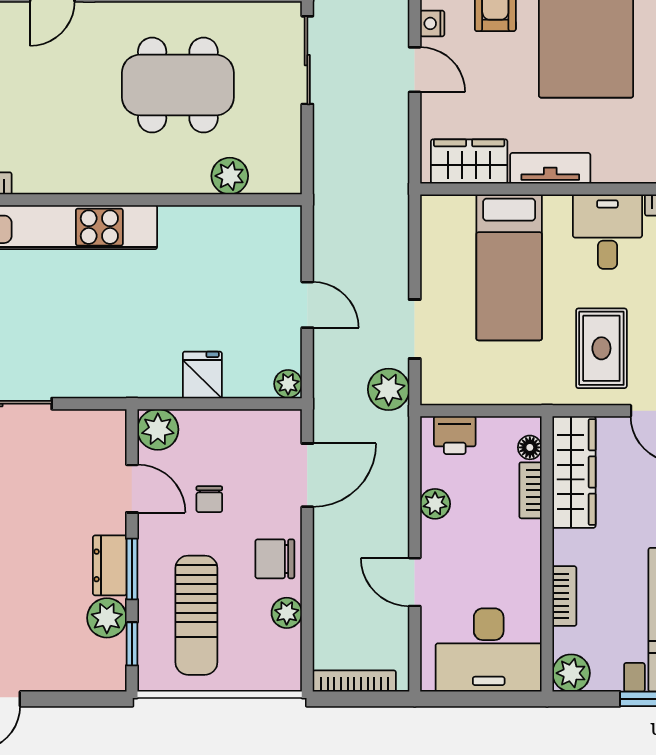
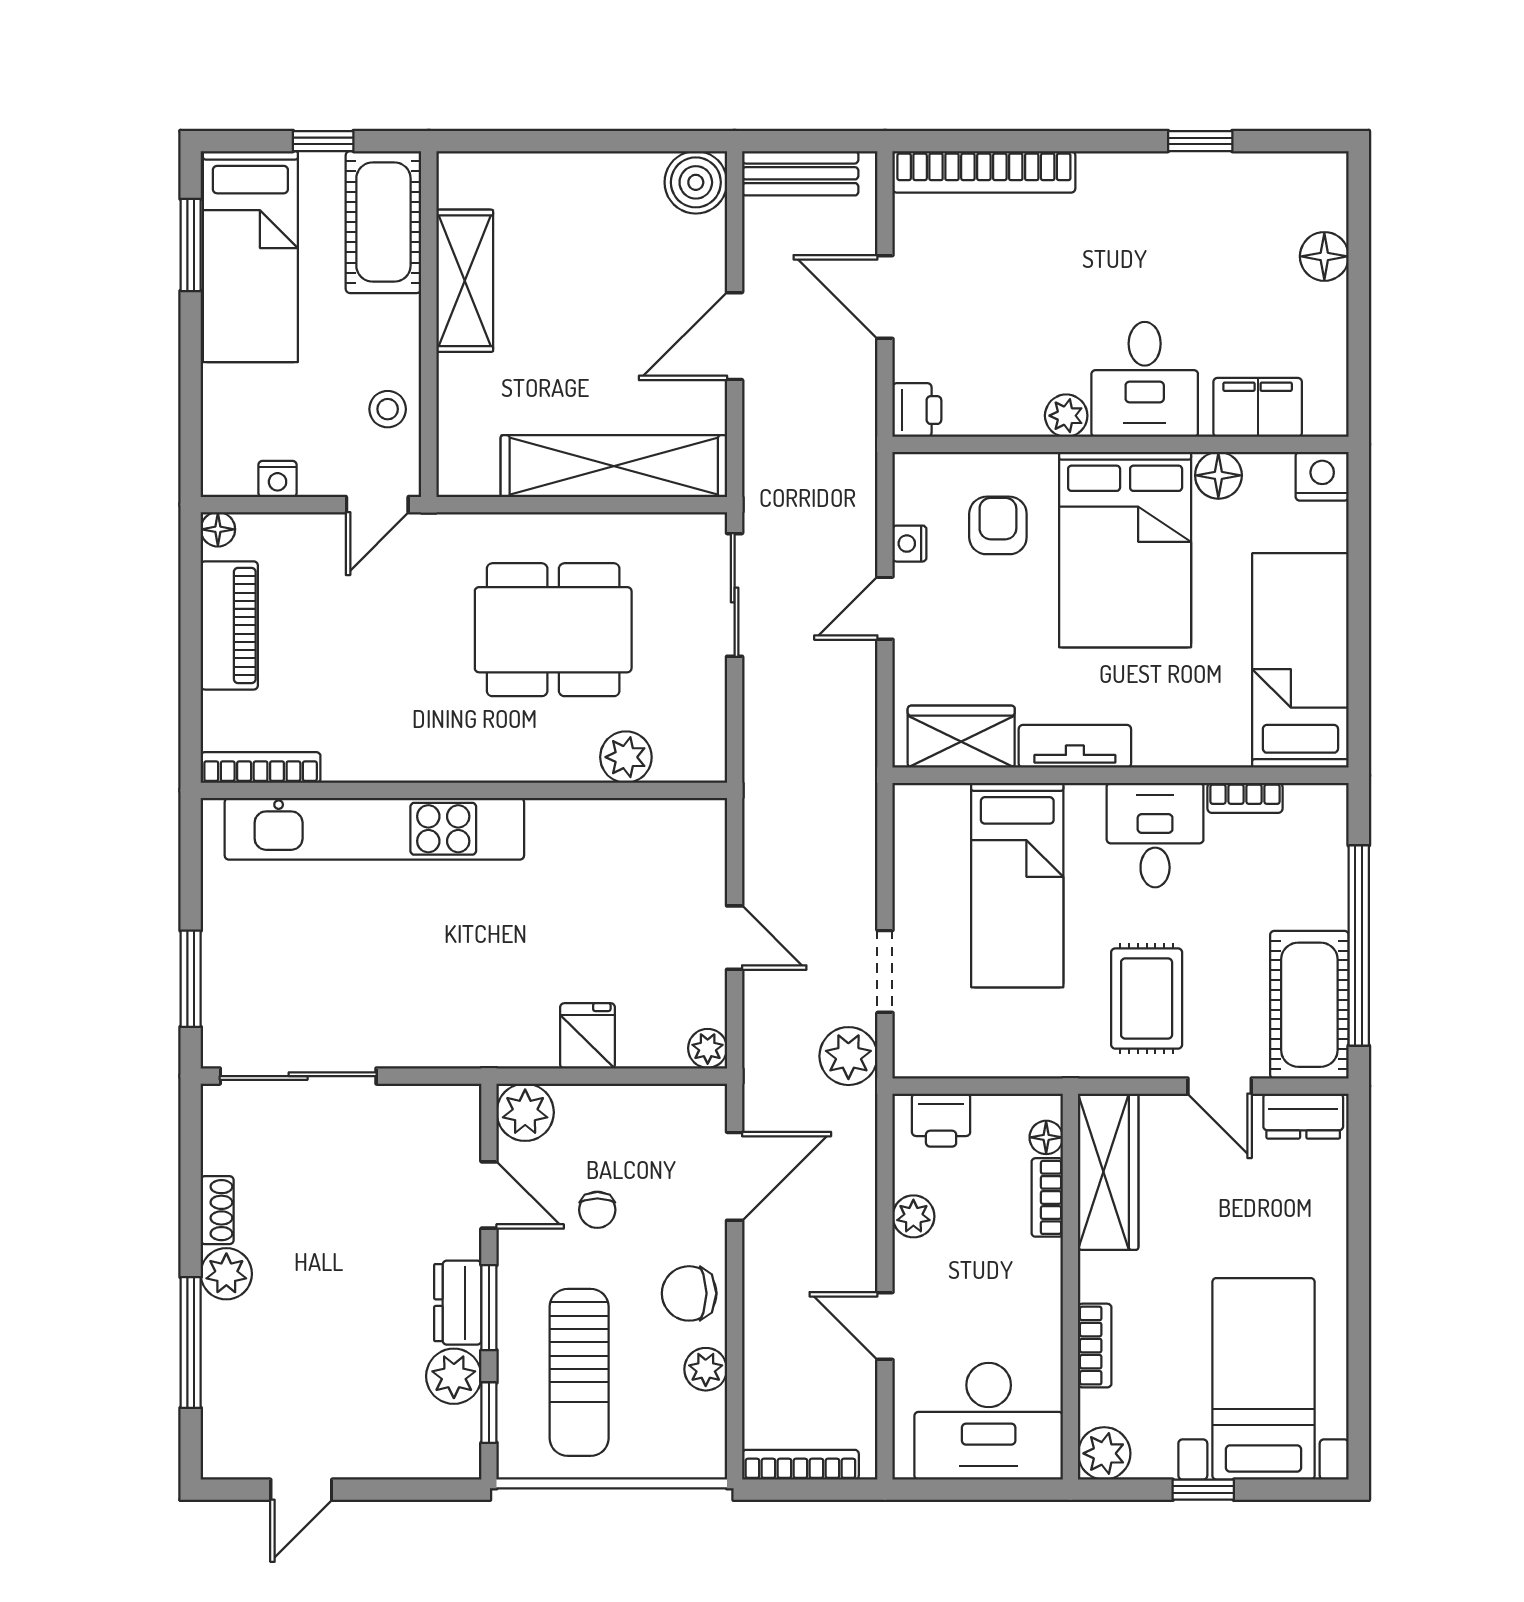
door: (415, 70) -> (885, 608), swing flipped

